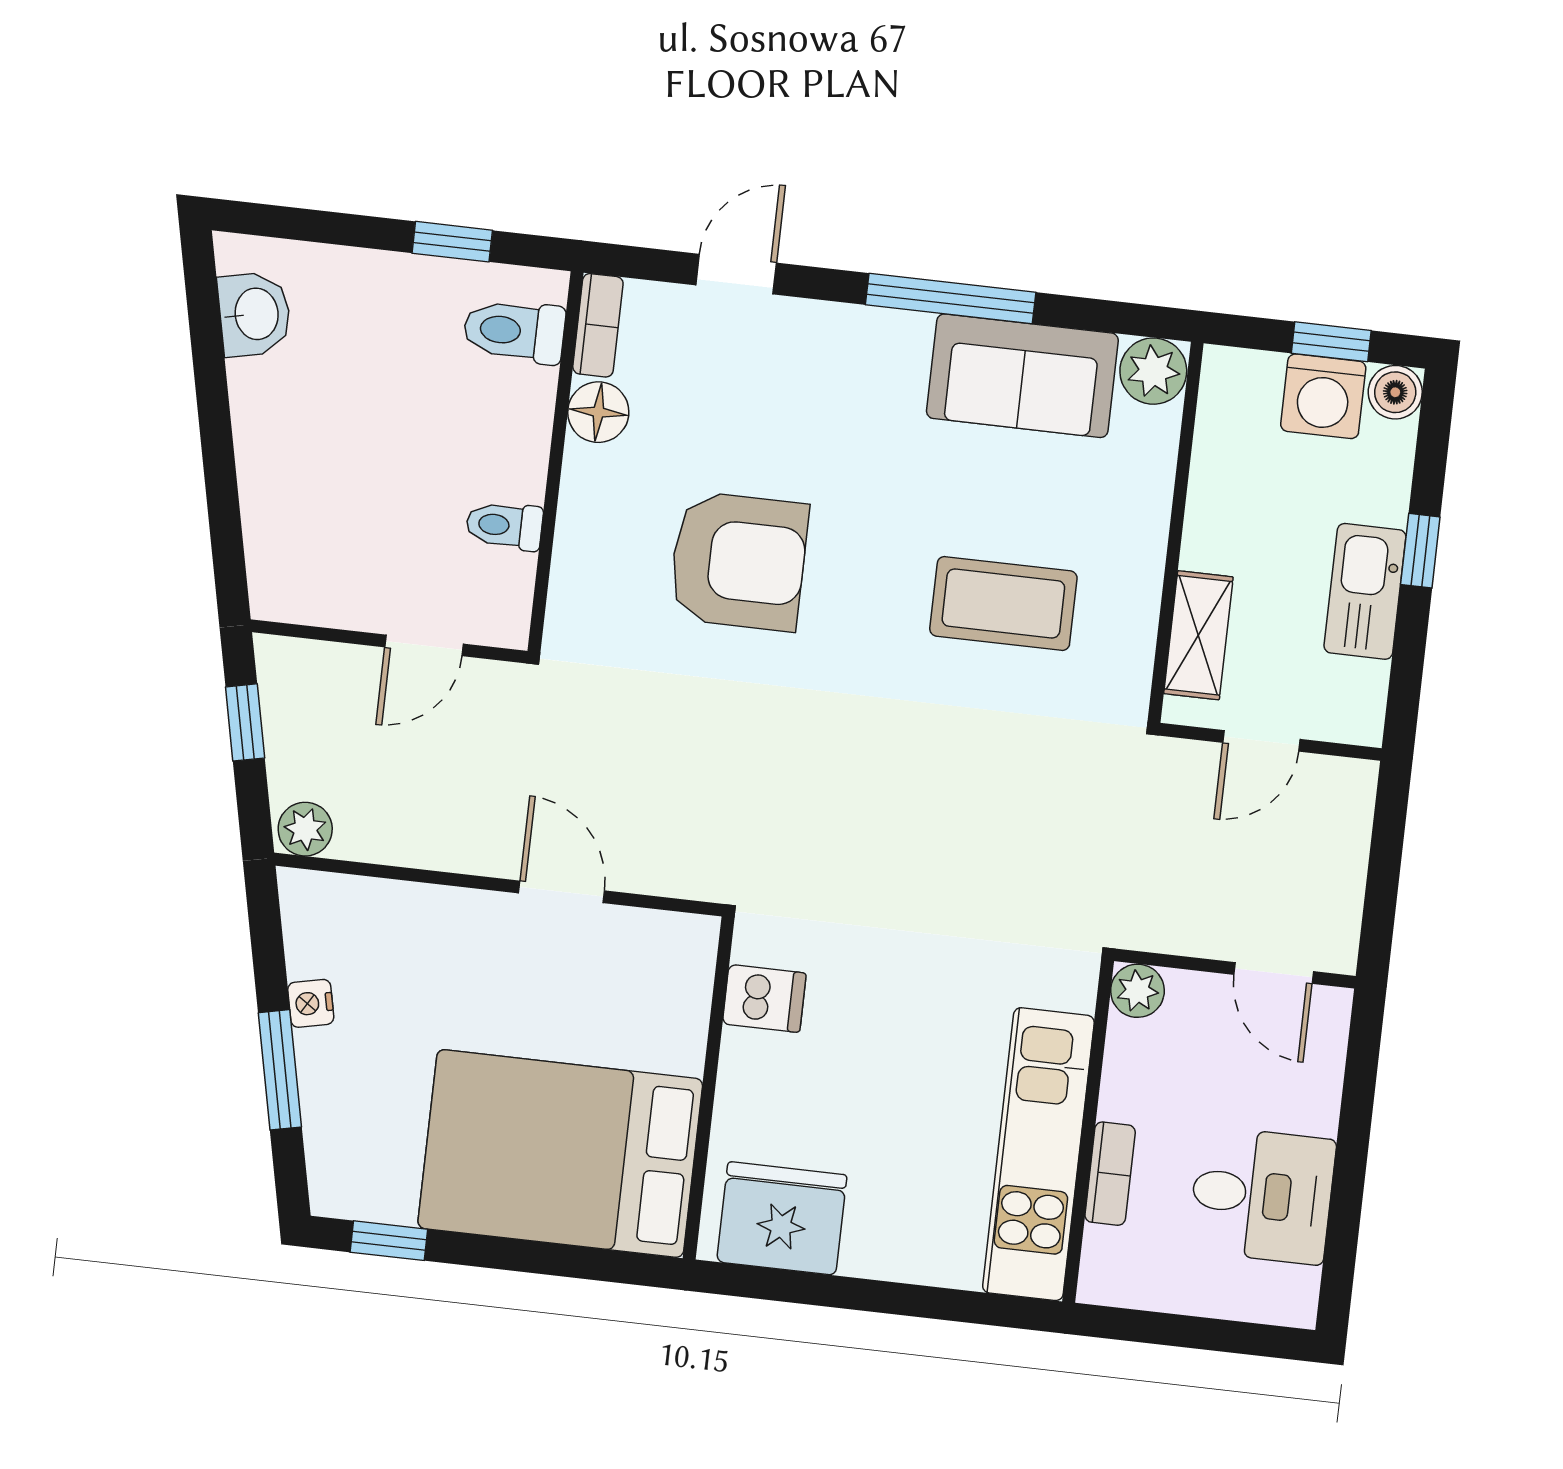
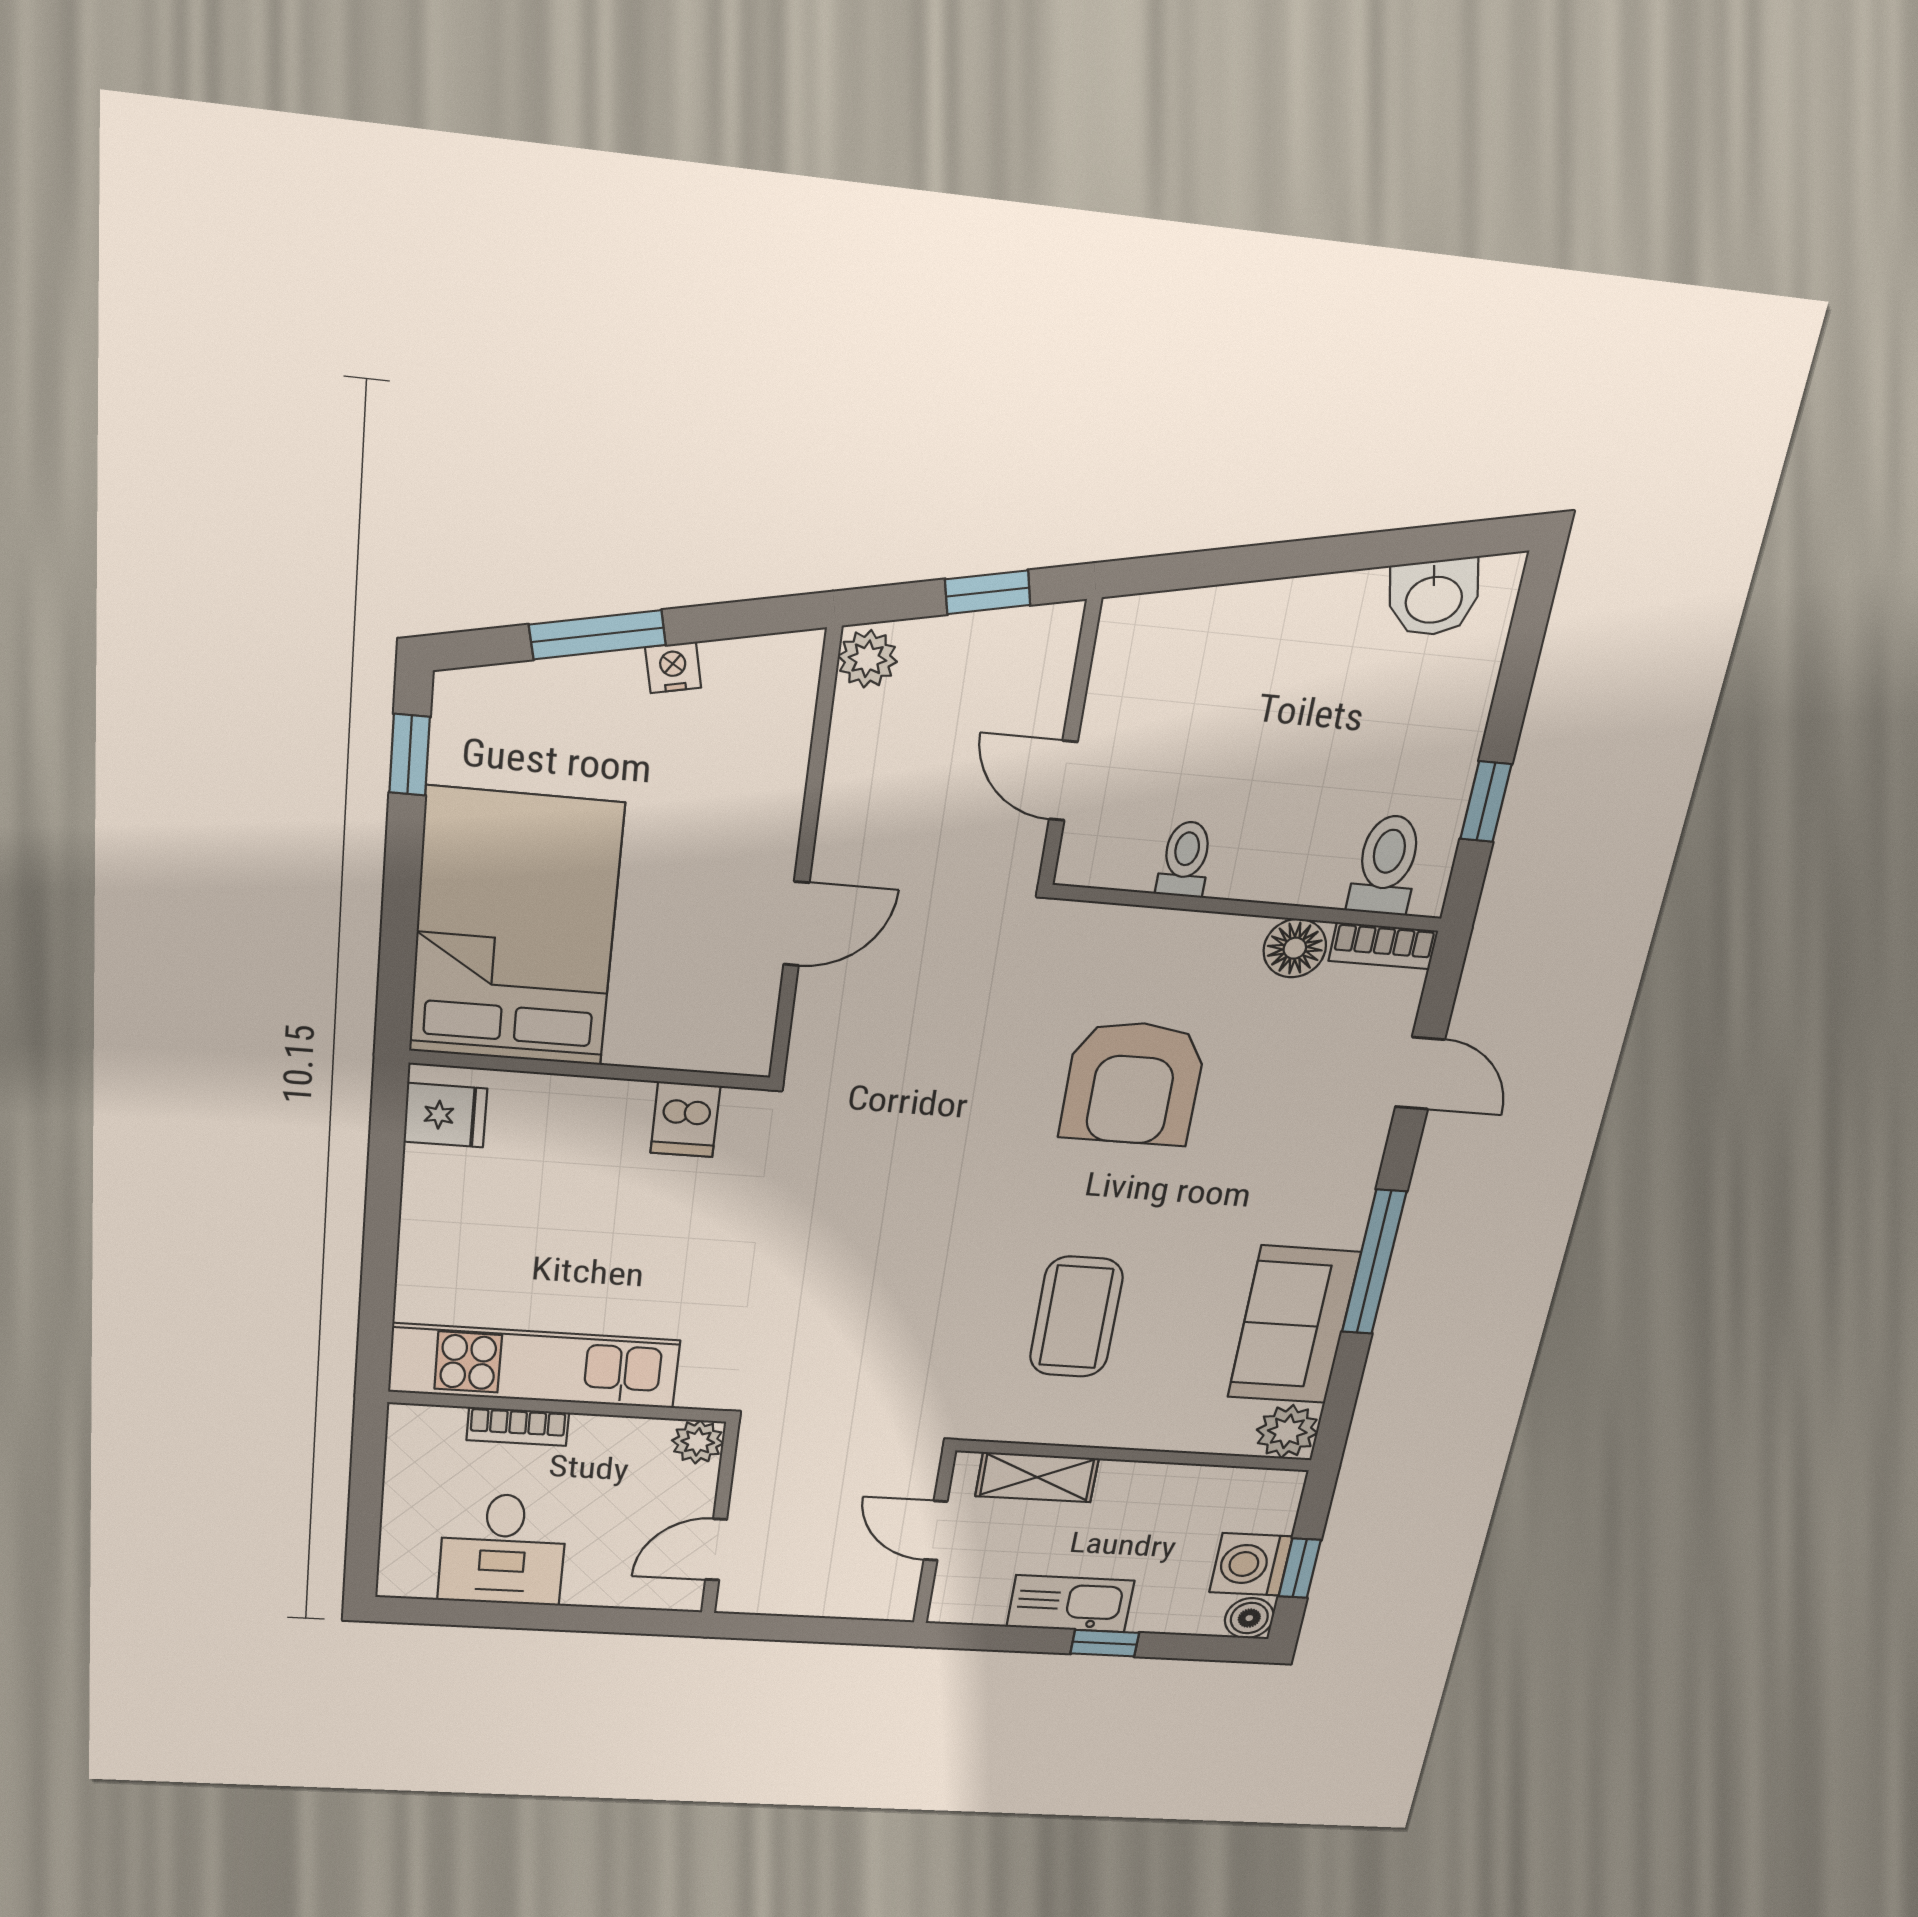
fridge: (782, 1218) -> (445, 1115), width x0.53, depth x0.75

